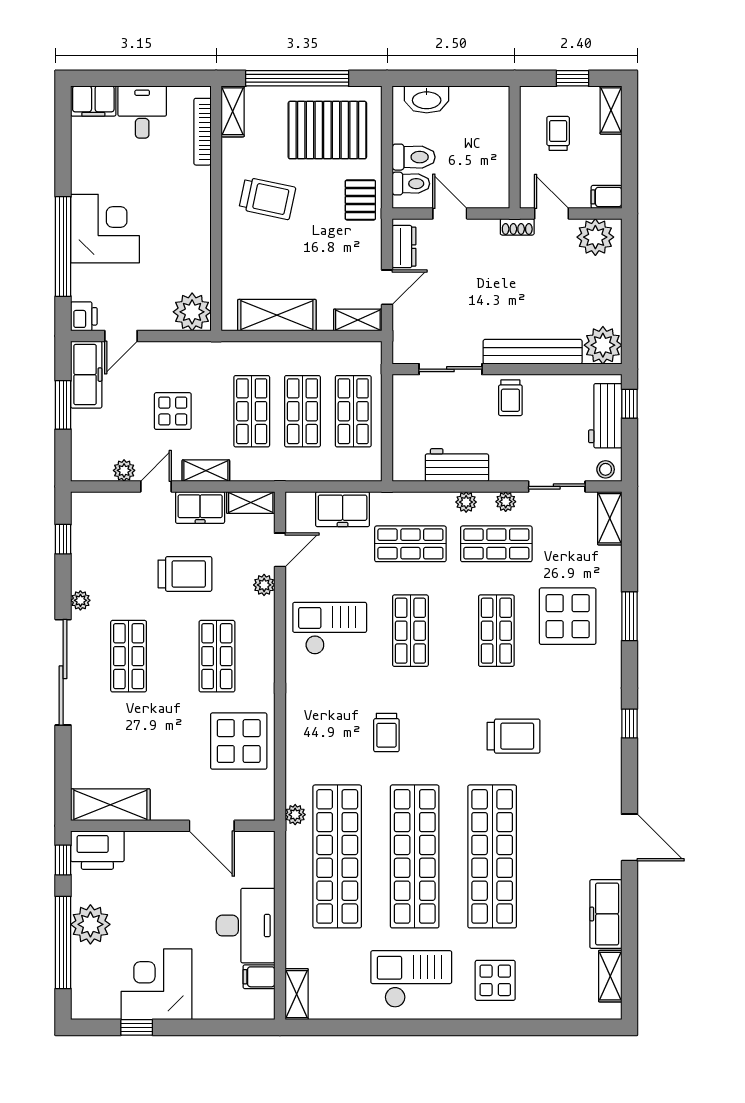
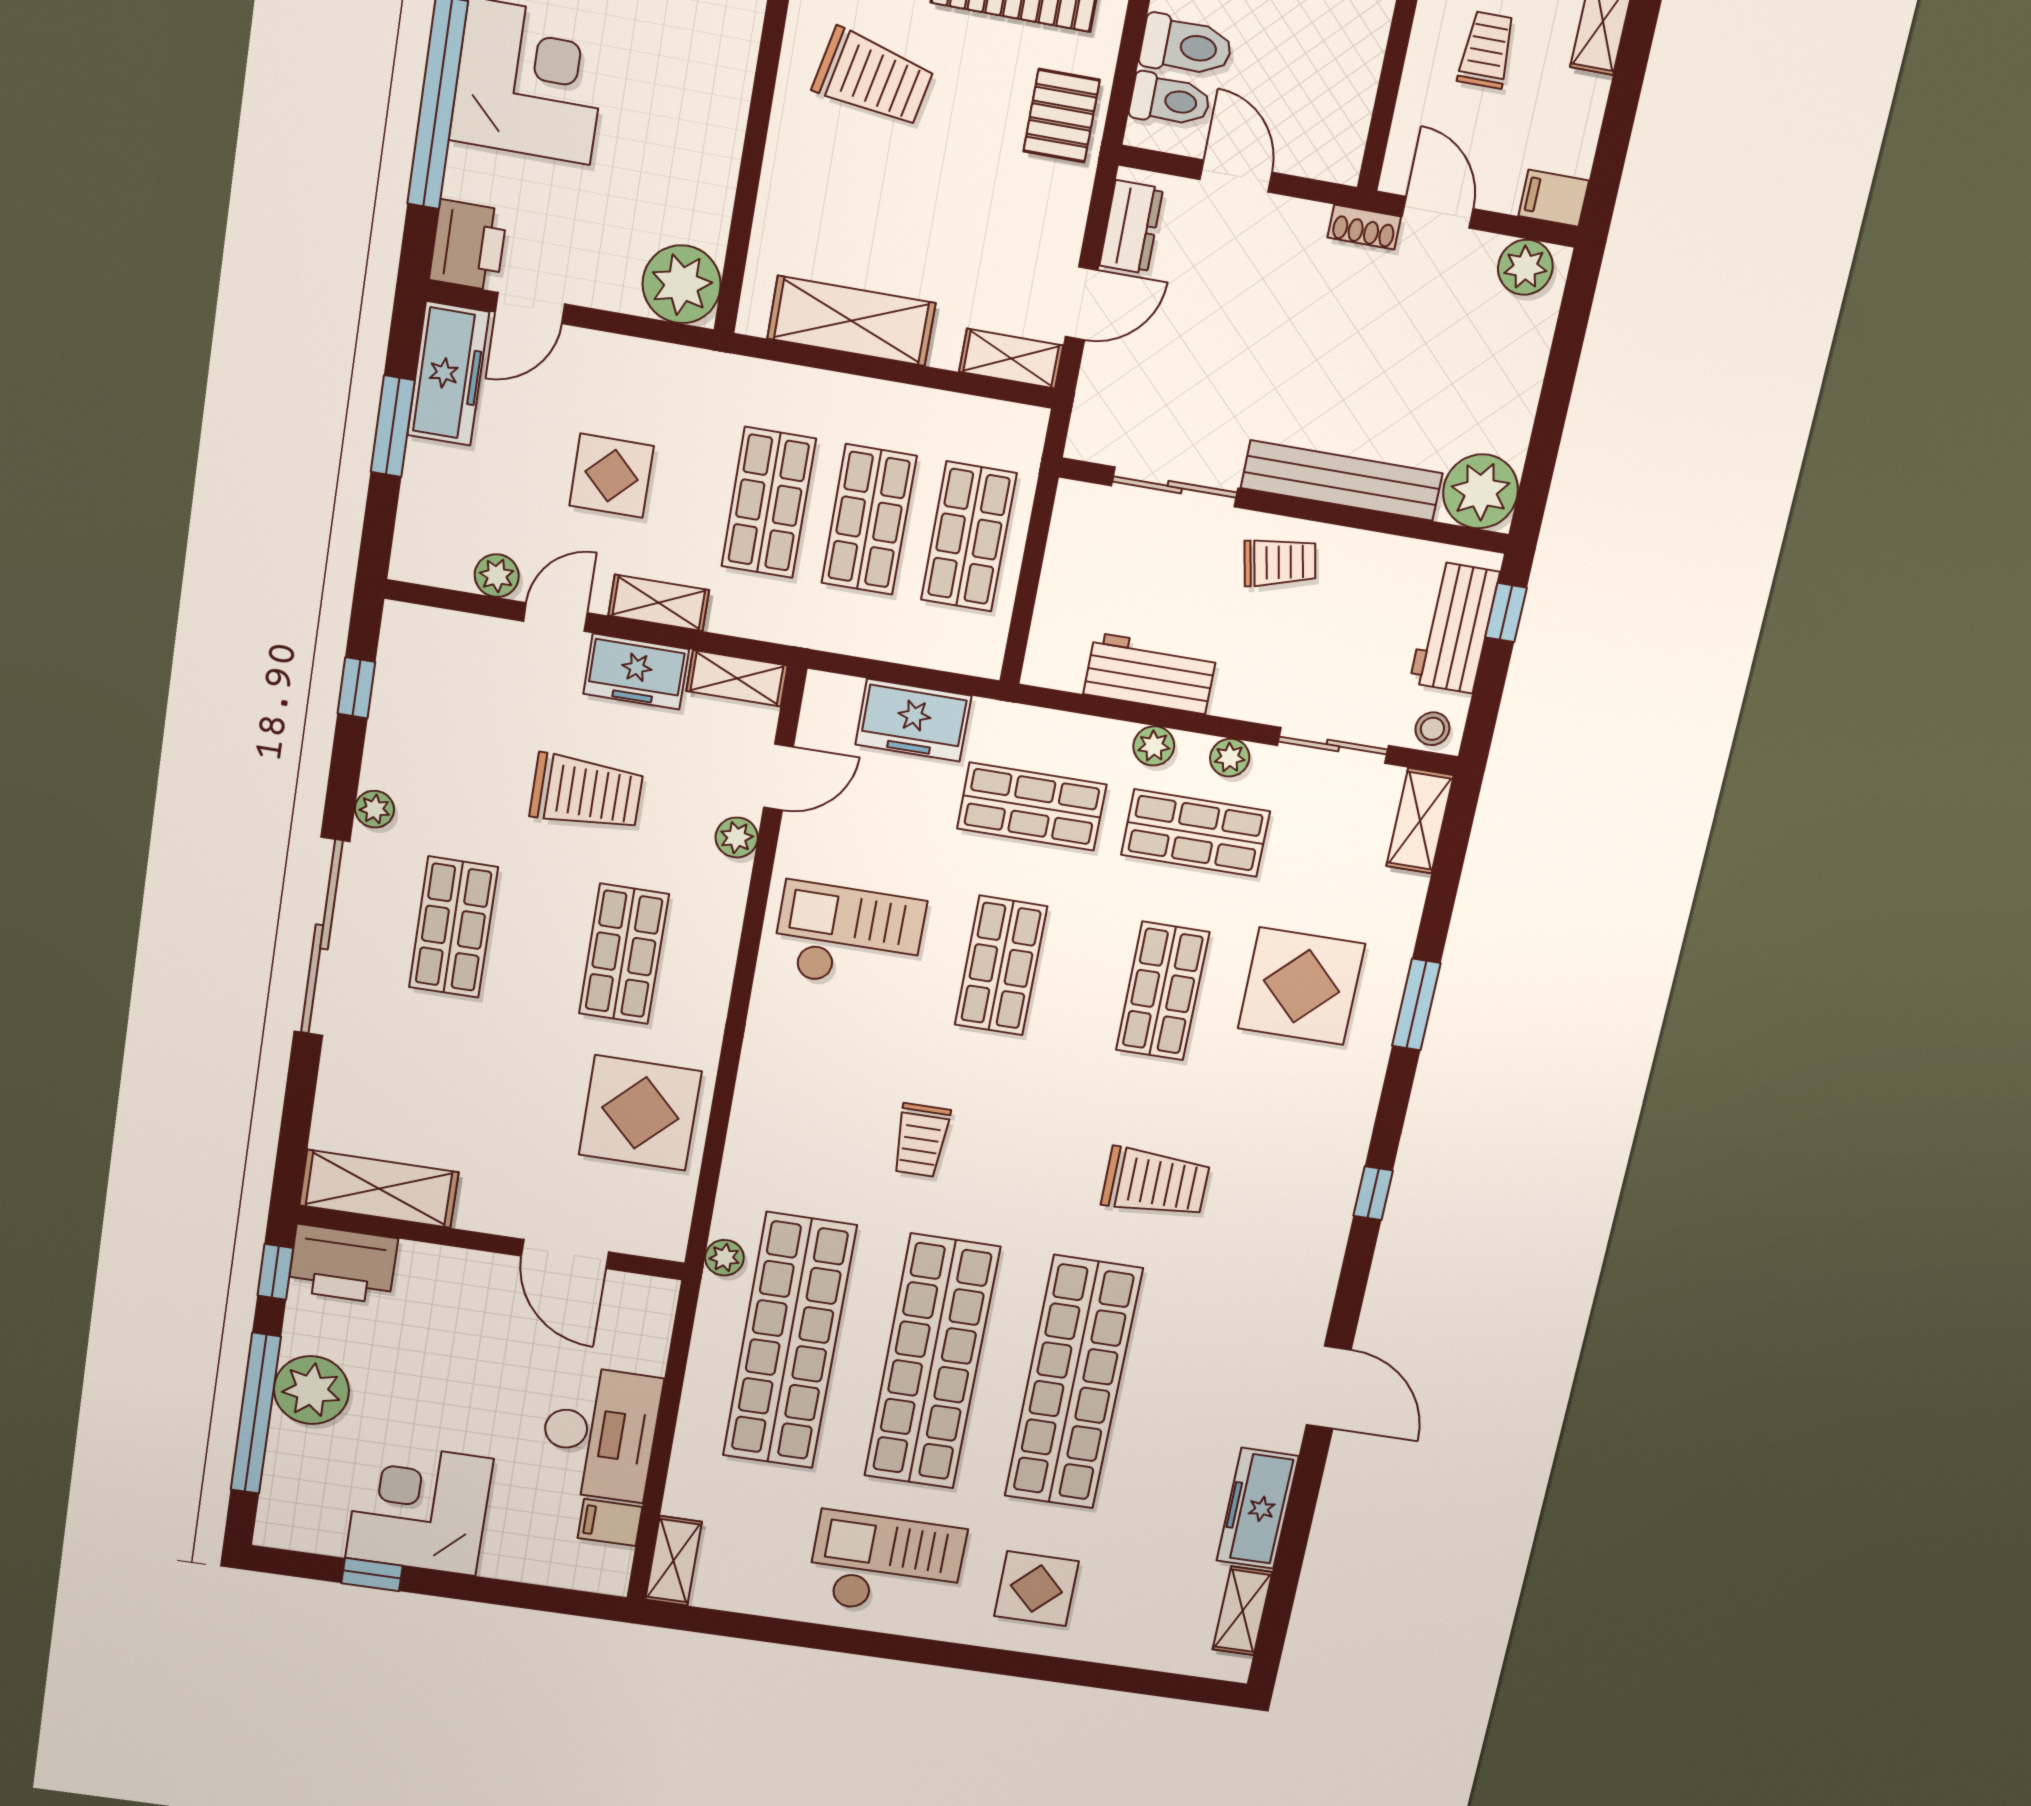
plant: (595, 237) -> (1525, 267), width x0.73, depth x0.73
printer: (84, 316) -> (468, 245), width x1.36, depth x1.24
trolley: (510, 398) -> (1280, 562), turned -102

